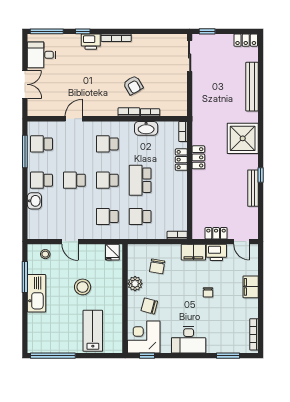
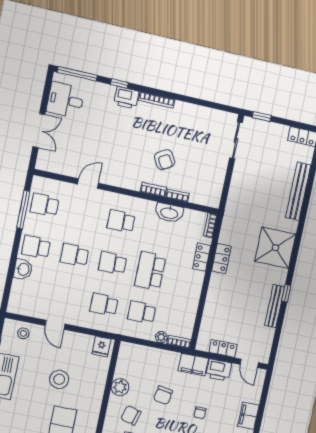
plant: (161, 234) -> (161, 337), added
chair: (157, 266) -> (163, 395), moved

